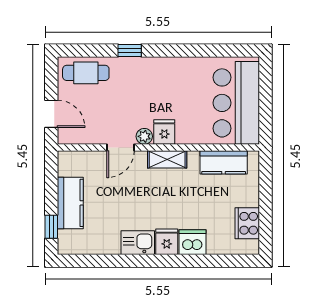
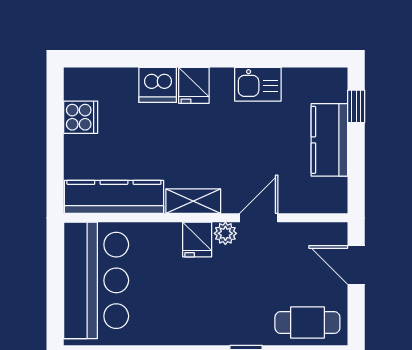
kitchen counter: (224, 162) -> (114, 197), width x1.50
cooker: (247, 223) -> (81, 117), width x0.73
kitchen sink: (138, 243) -> (258, 84), moved

